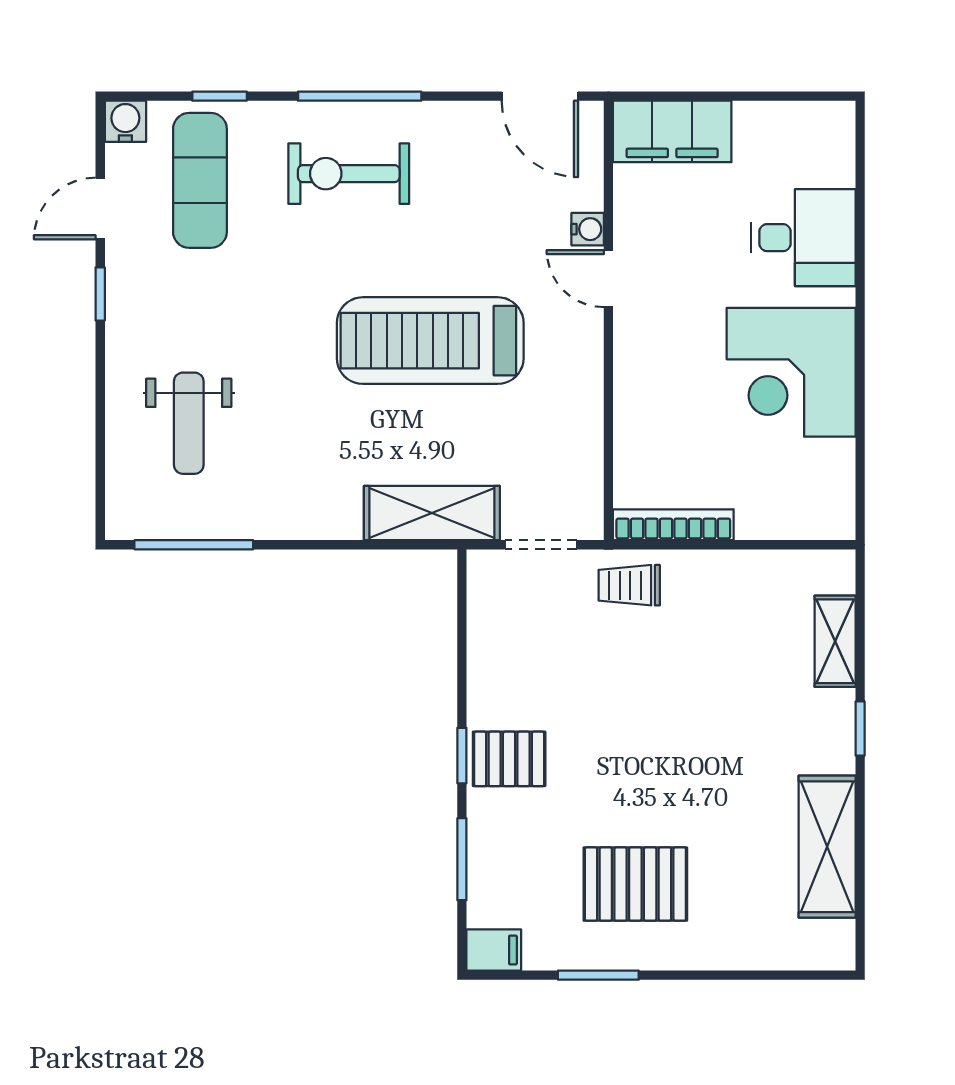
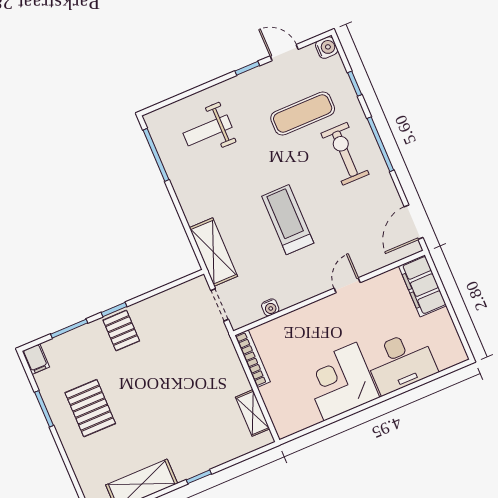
exercise mat: (200, 180) -> (303, 114), moved
water cooler: (588, 229) -> (270, 307), moved
desk: (803, 238) -> (401, 362), width x1.37
treadmill: (430, 341) -> (288, 220), width x0.73, depth x0.73
trolley: (629, 585) -> (218, 351), removed
shelving: (835, 641) -> (253, 413), moved, turned 90

